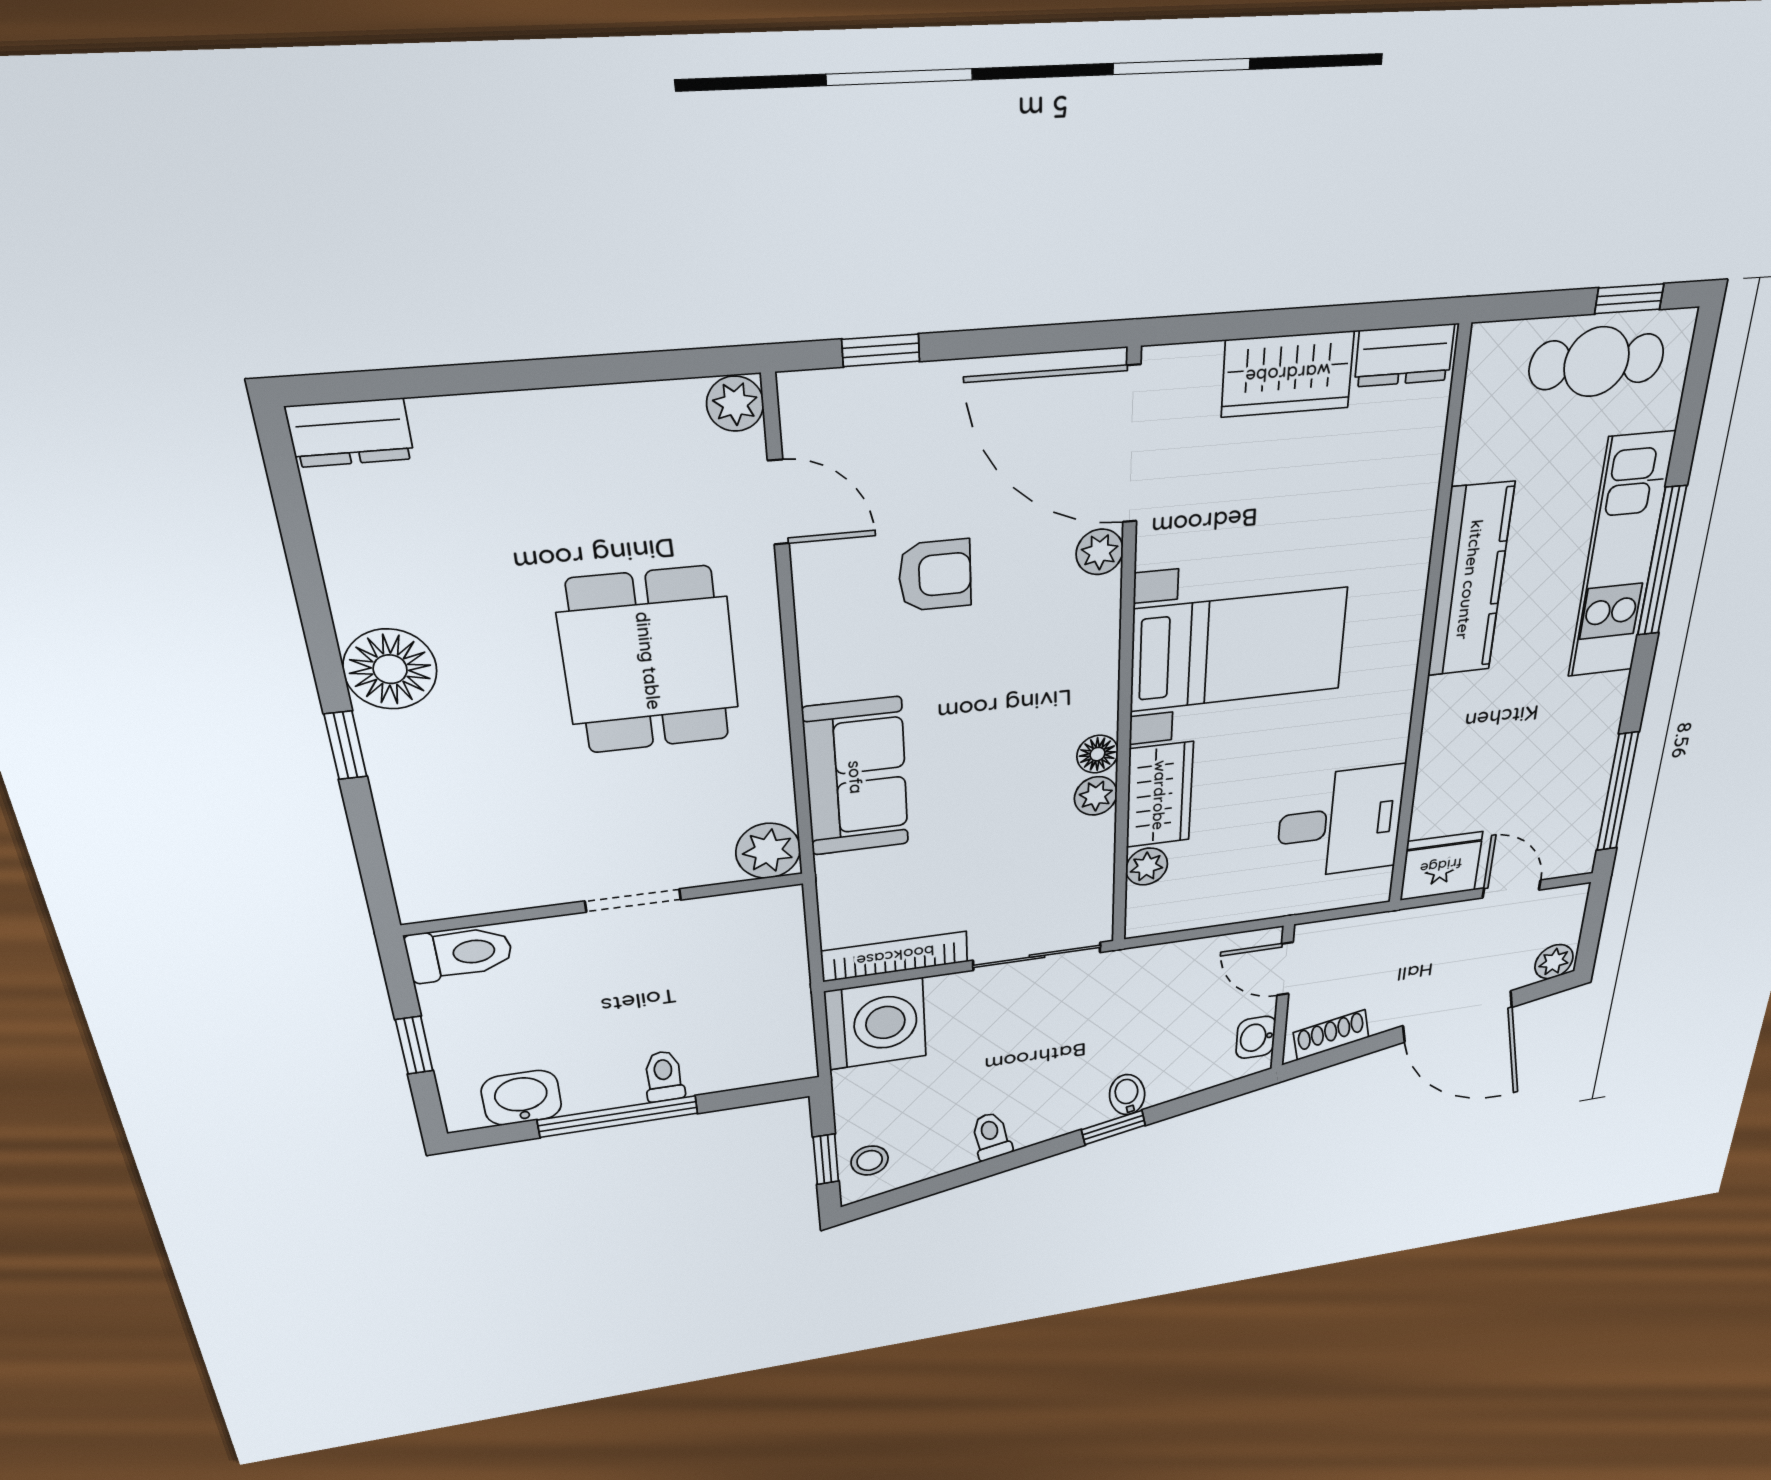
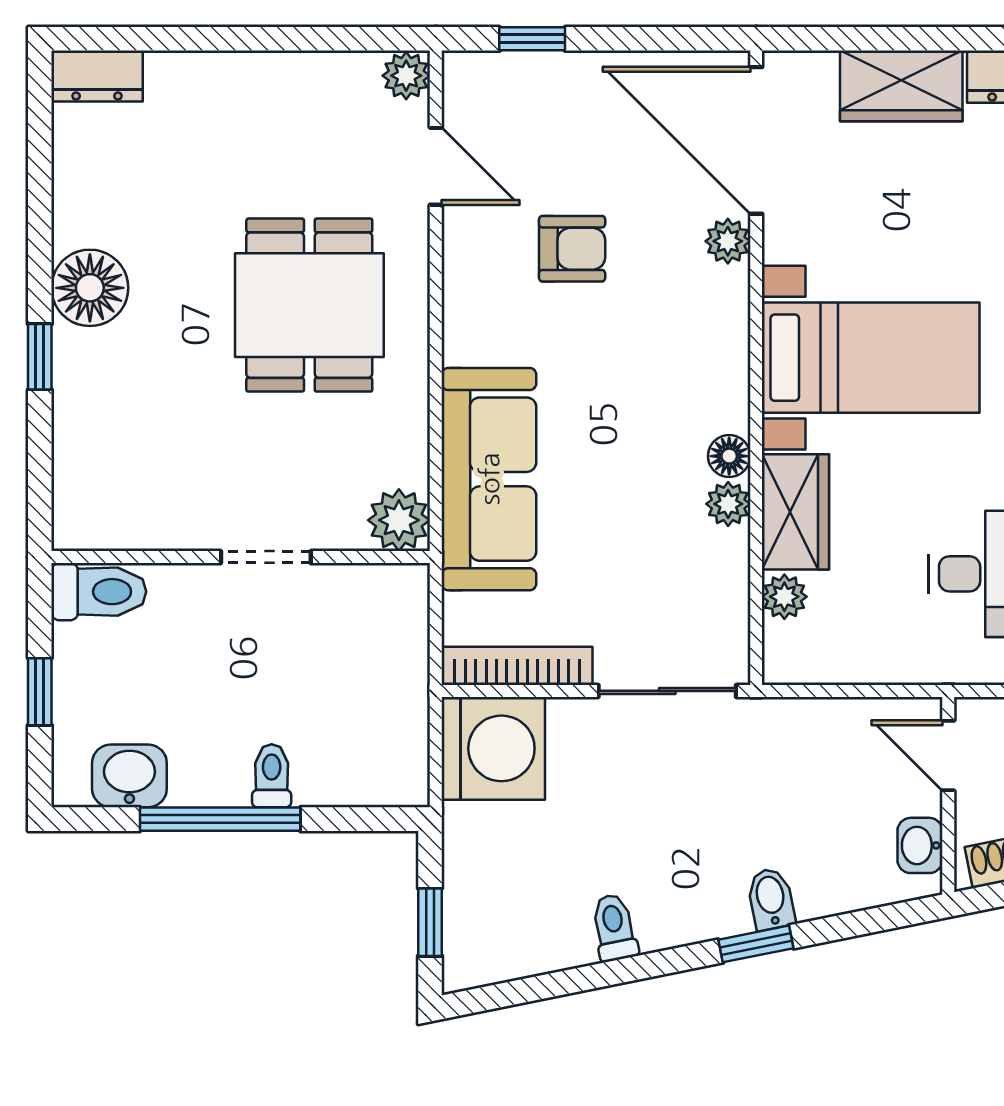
sofa: (856, 777) -> (489, 479), width x1.36
stool: (870, 1160) -> (477, 934), removed

